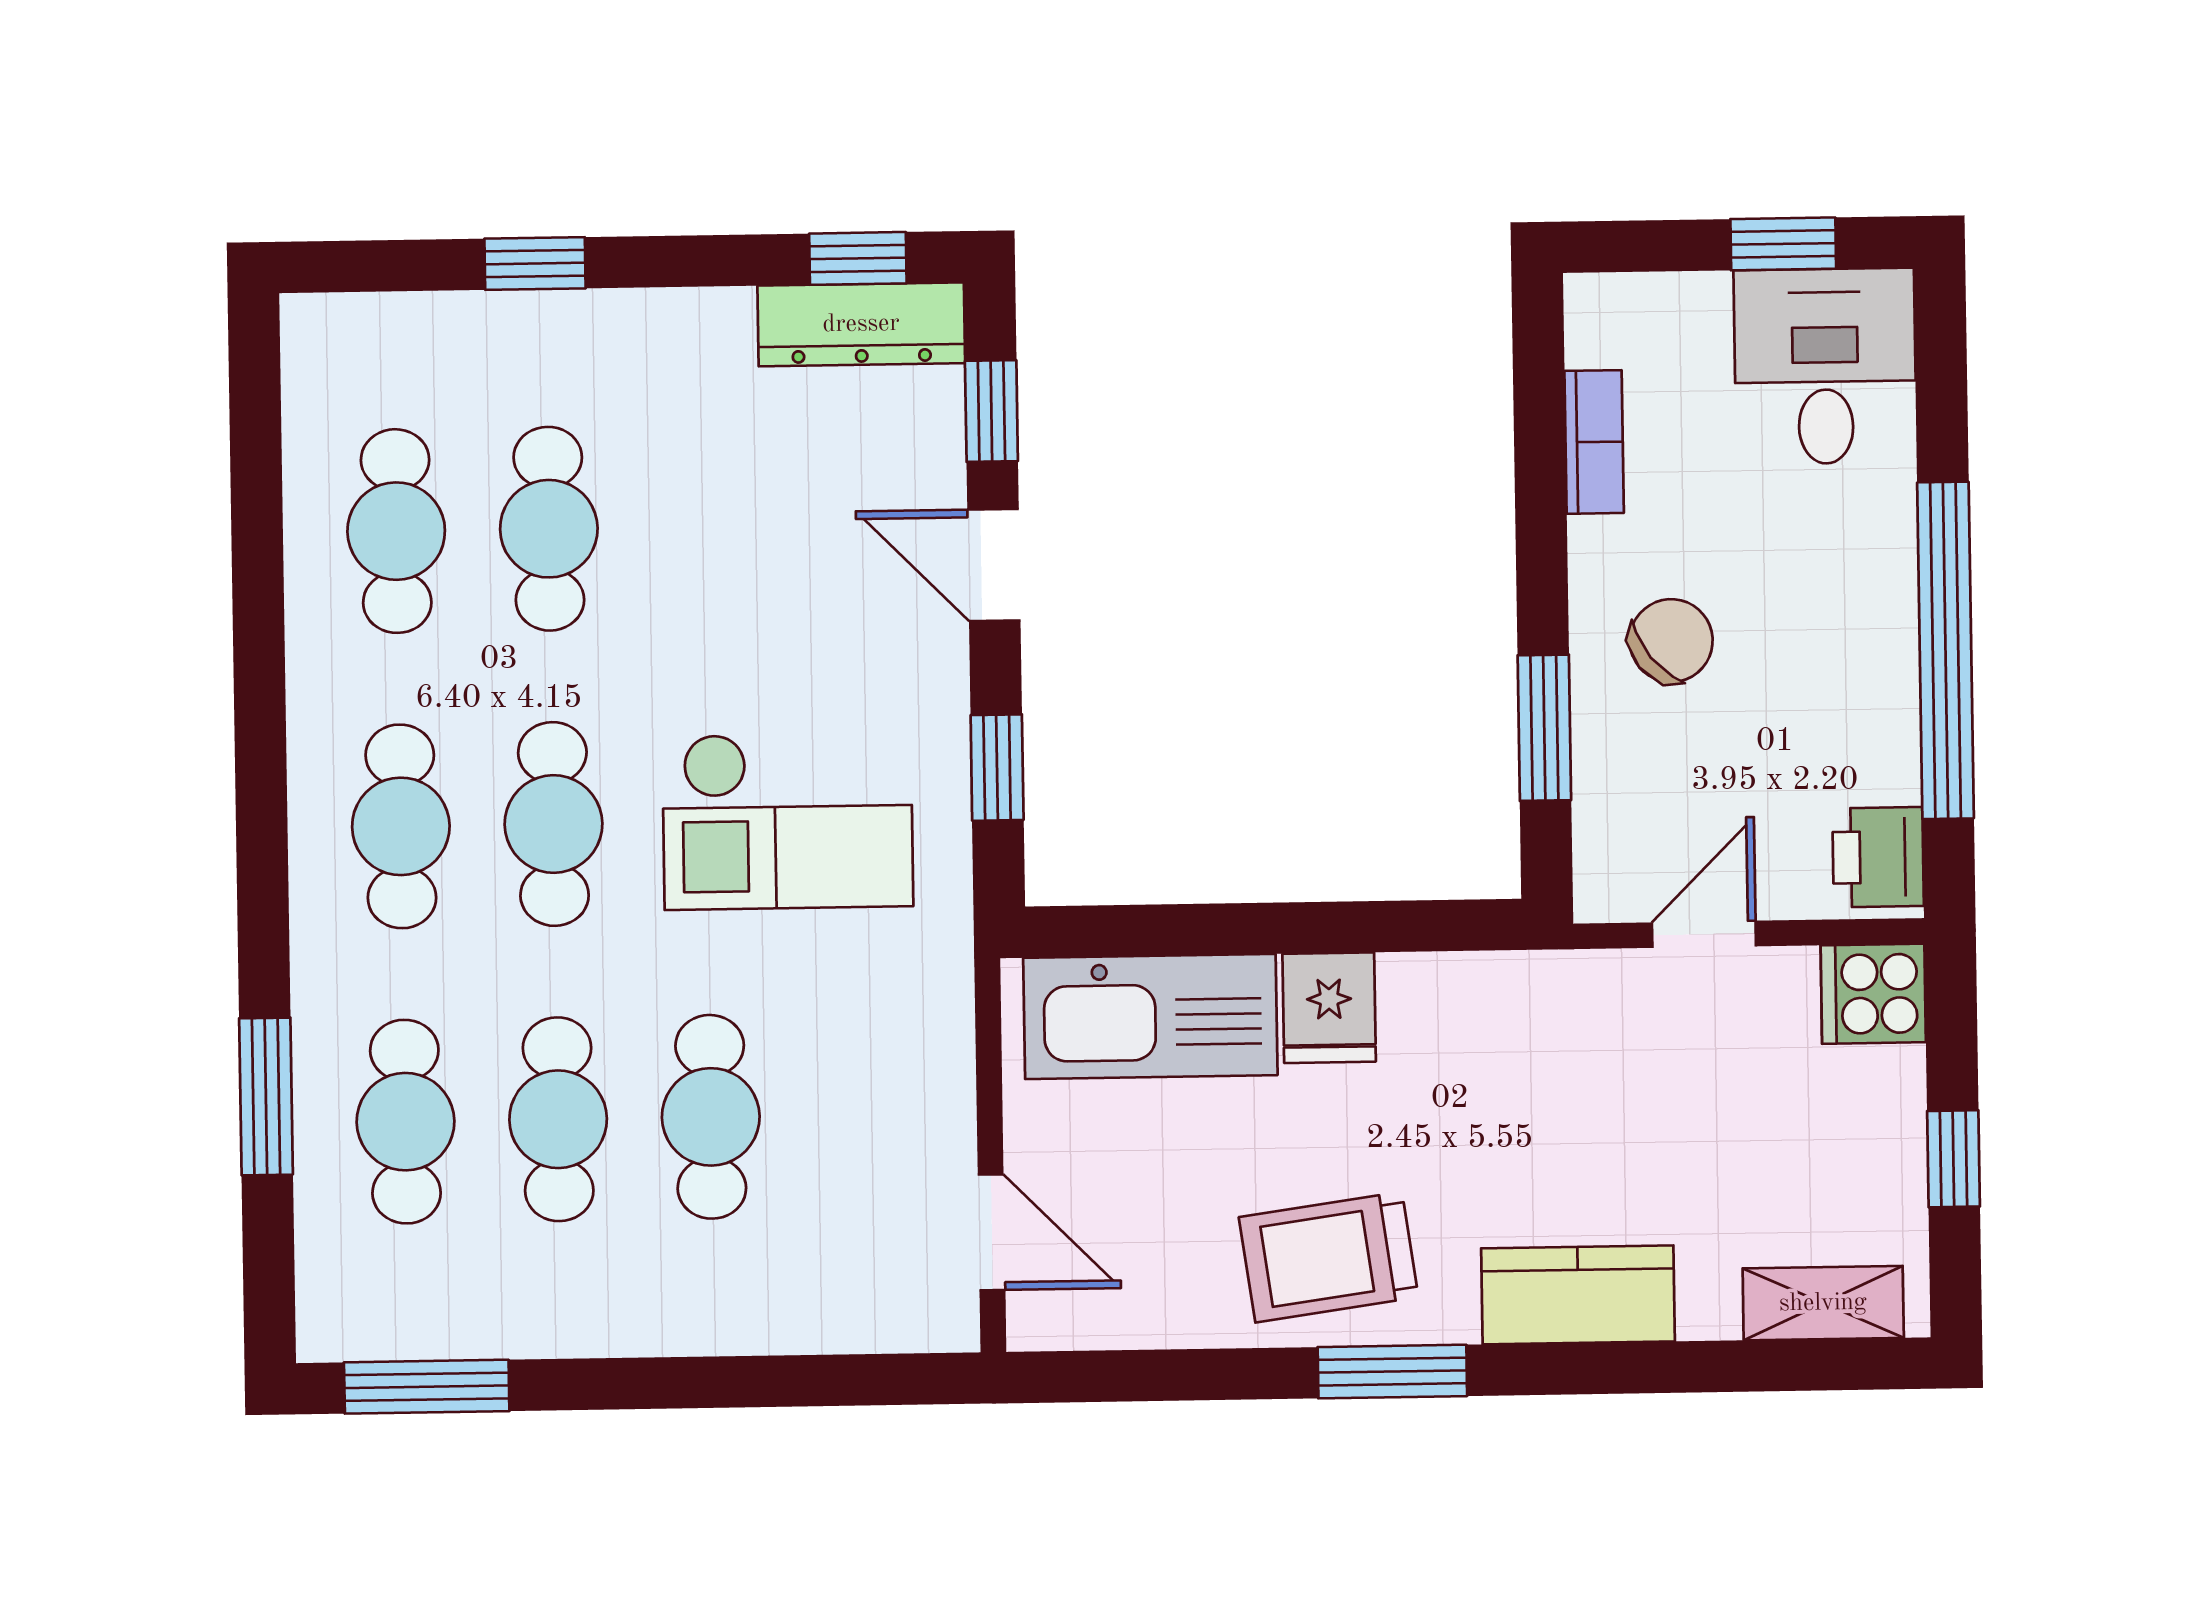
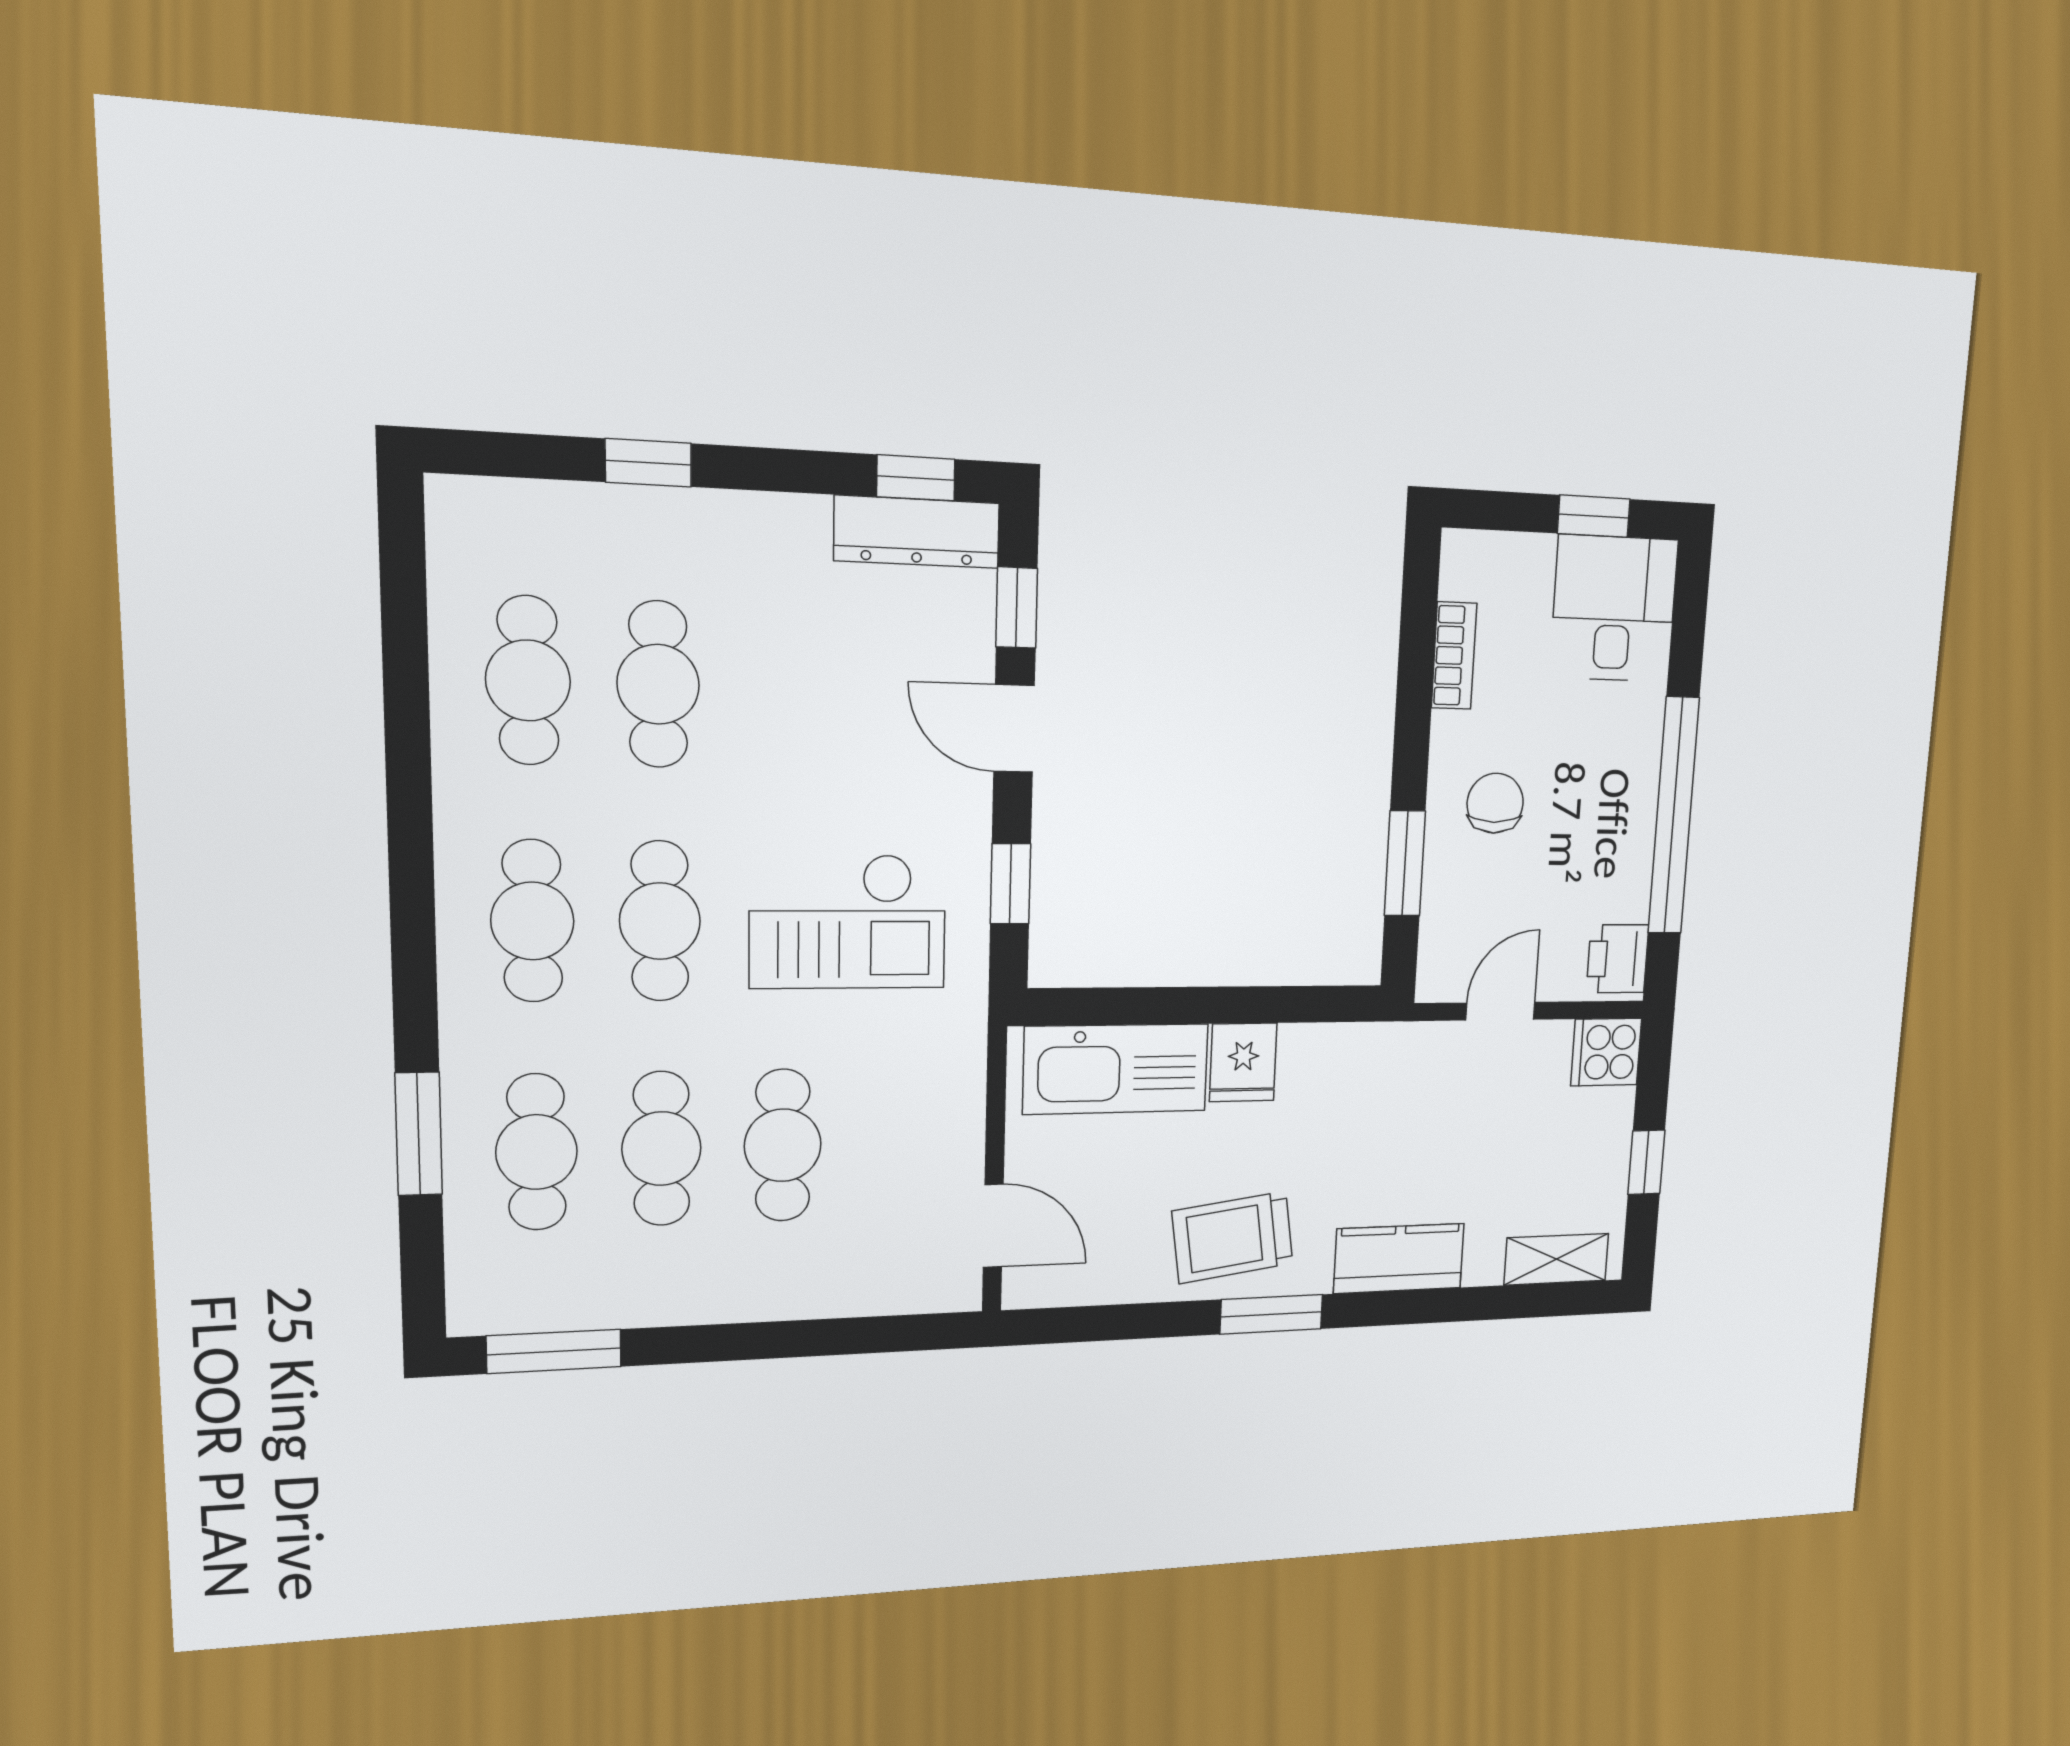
chair: (1671, 641) -> (1495, 803), turned -51

